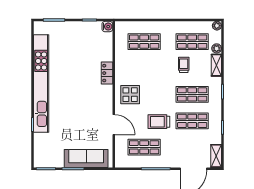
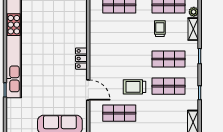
locker: (107, 73) -> (81, 59), moved
display table: (130, 95) -> (105, 59), removed

